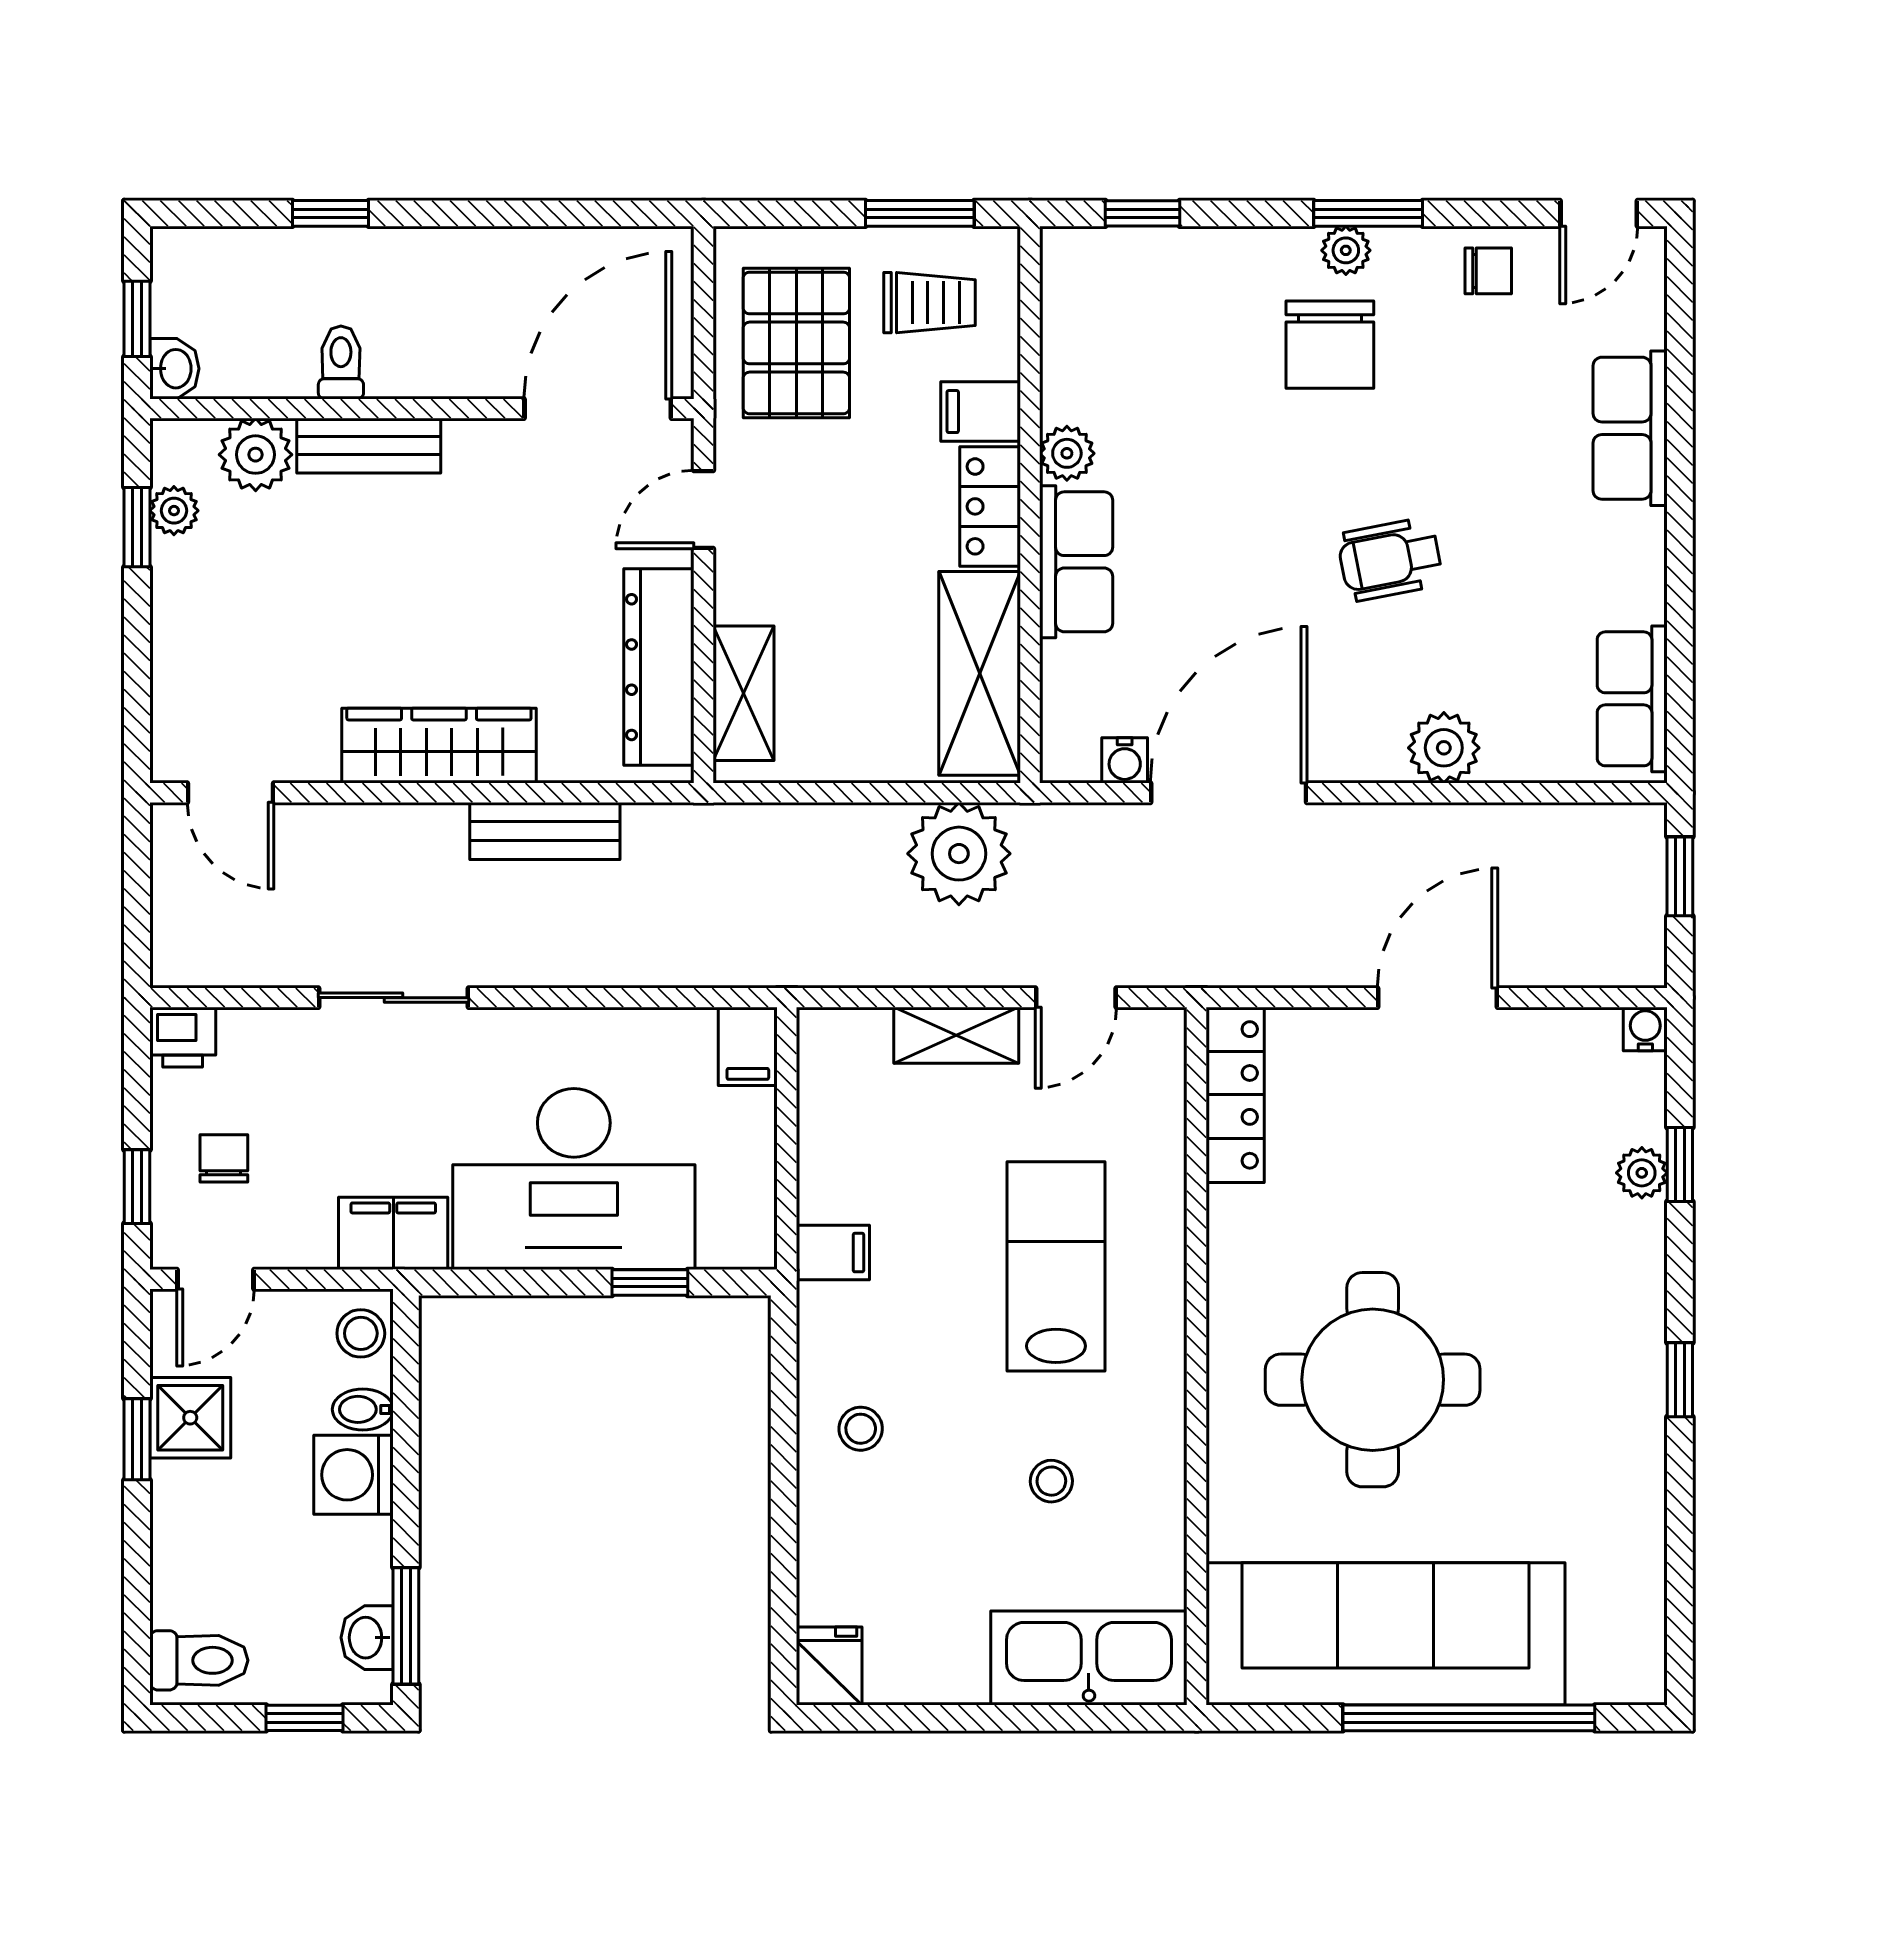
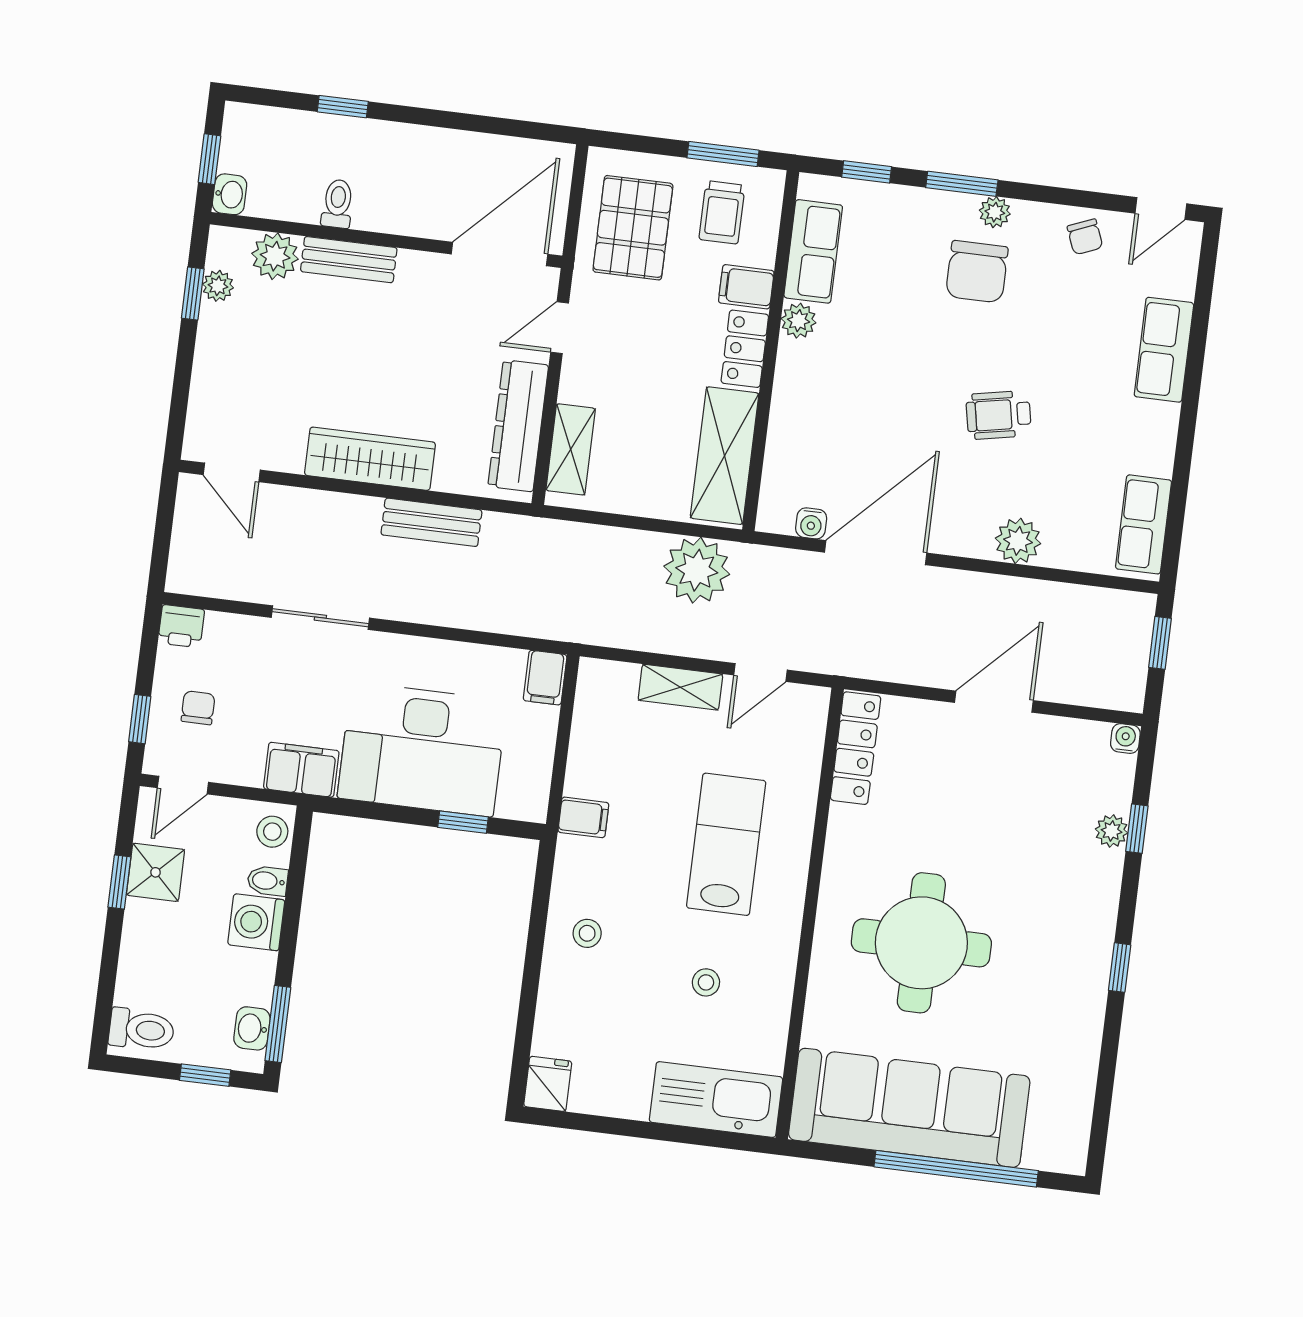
window: (1368, 213) -> (962, 184), moved
chair: (1488, 271) -> (1085, 237), turned 68
trolley: (929, 303) -> (722, 212), turned 90
row of seats: (1076, 562) -> (813, 251), moved

